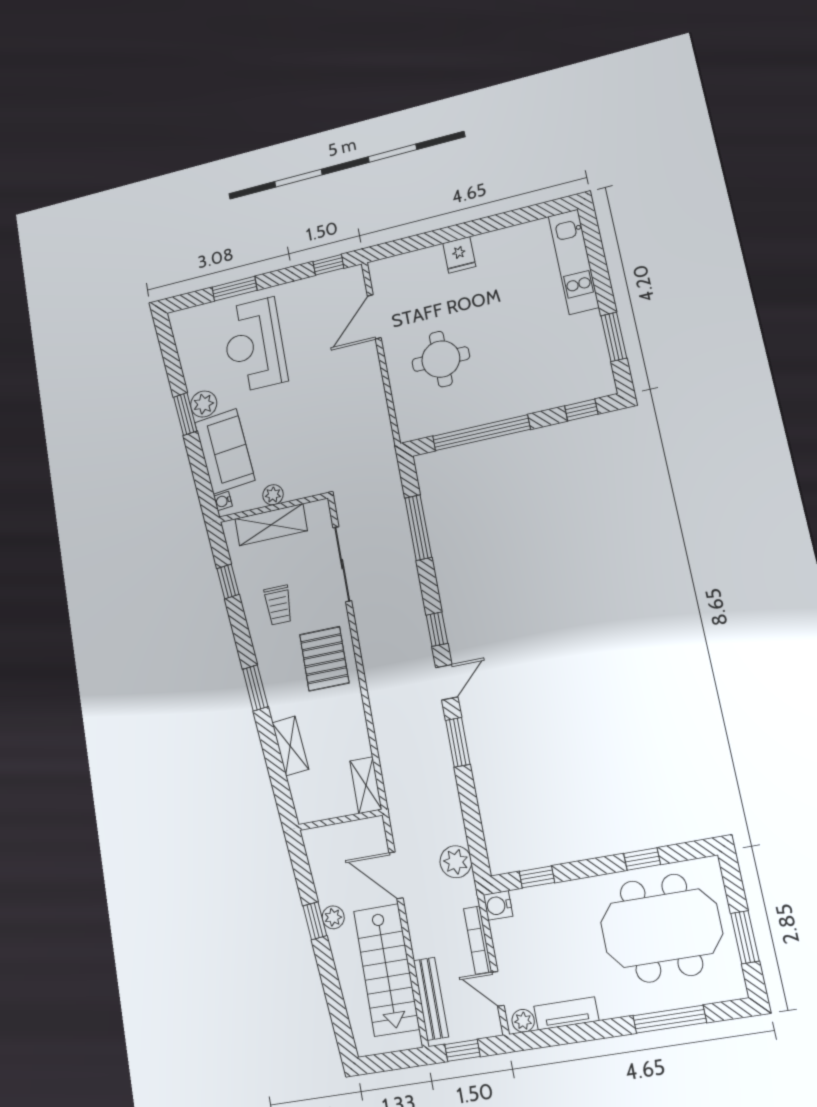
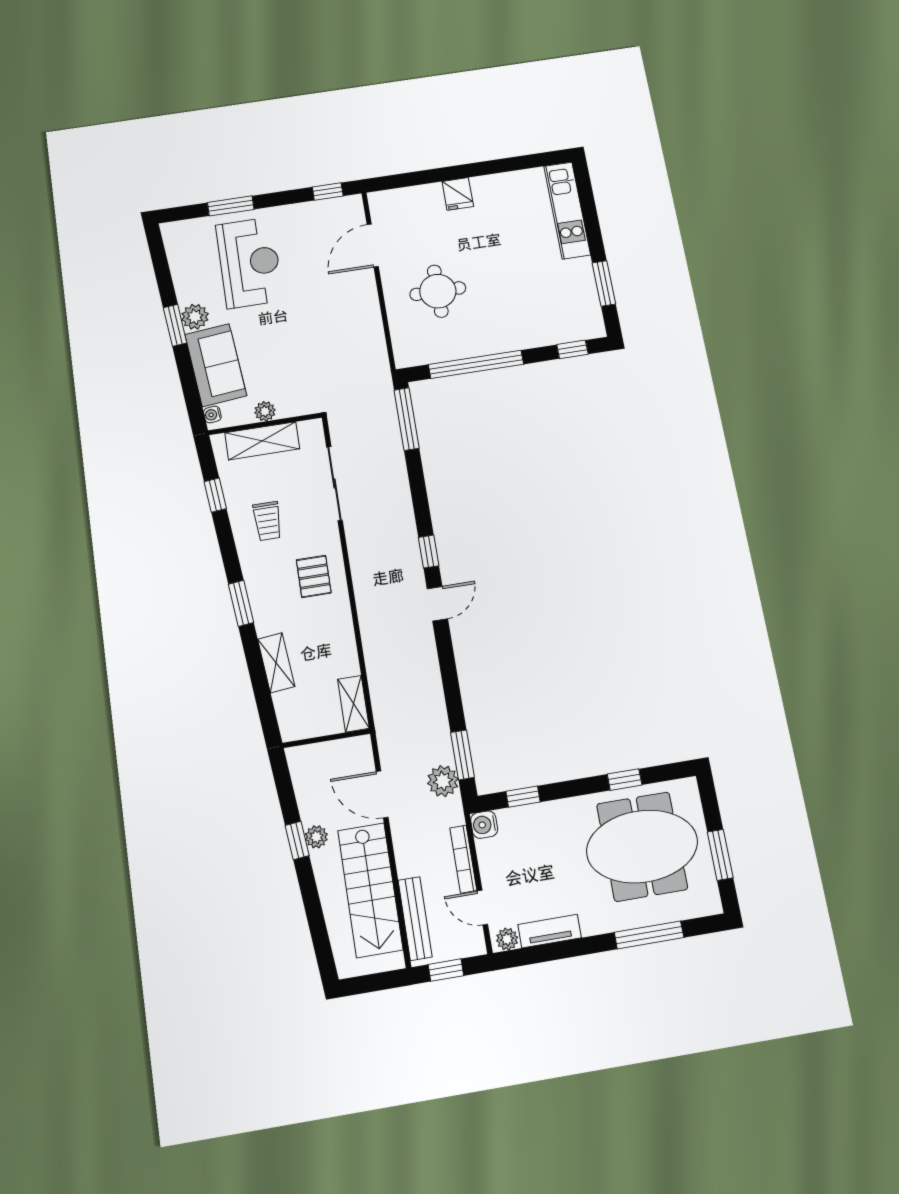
reception desk: (254, 345) -> (250, 263), turned 180
window: (418, 528) -> (407, 419), moved
pallet: (324, 659) -> (314, 576), width x0.67, depth x0.71
window: (458, 742) -> (463, 755), moved

